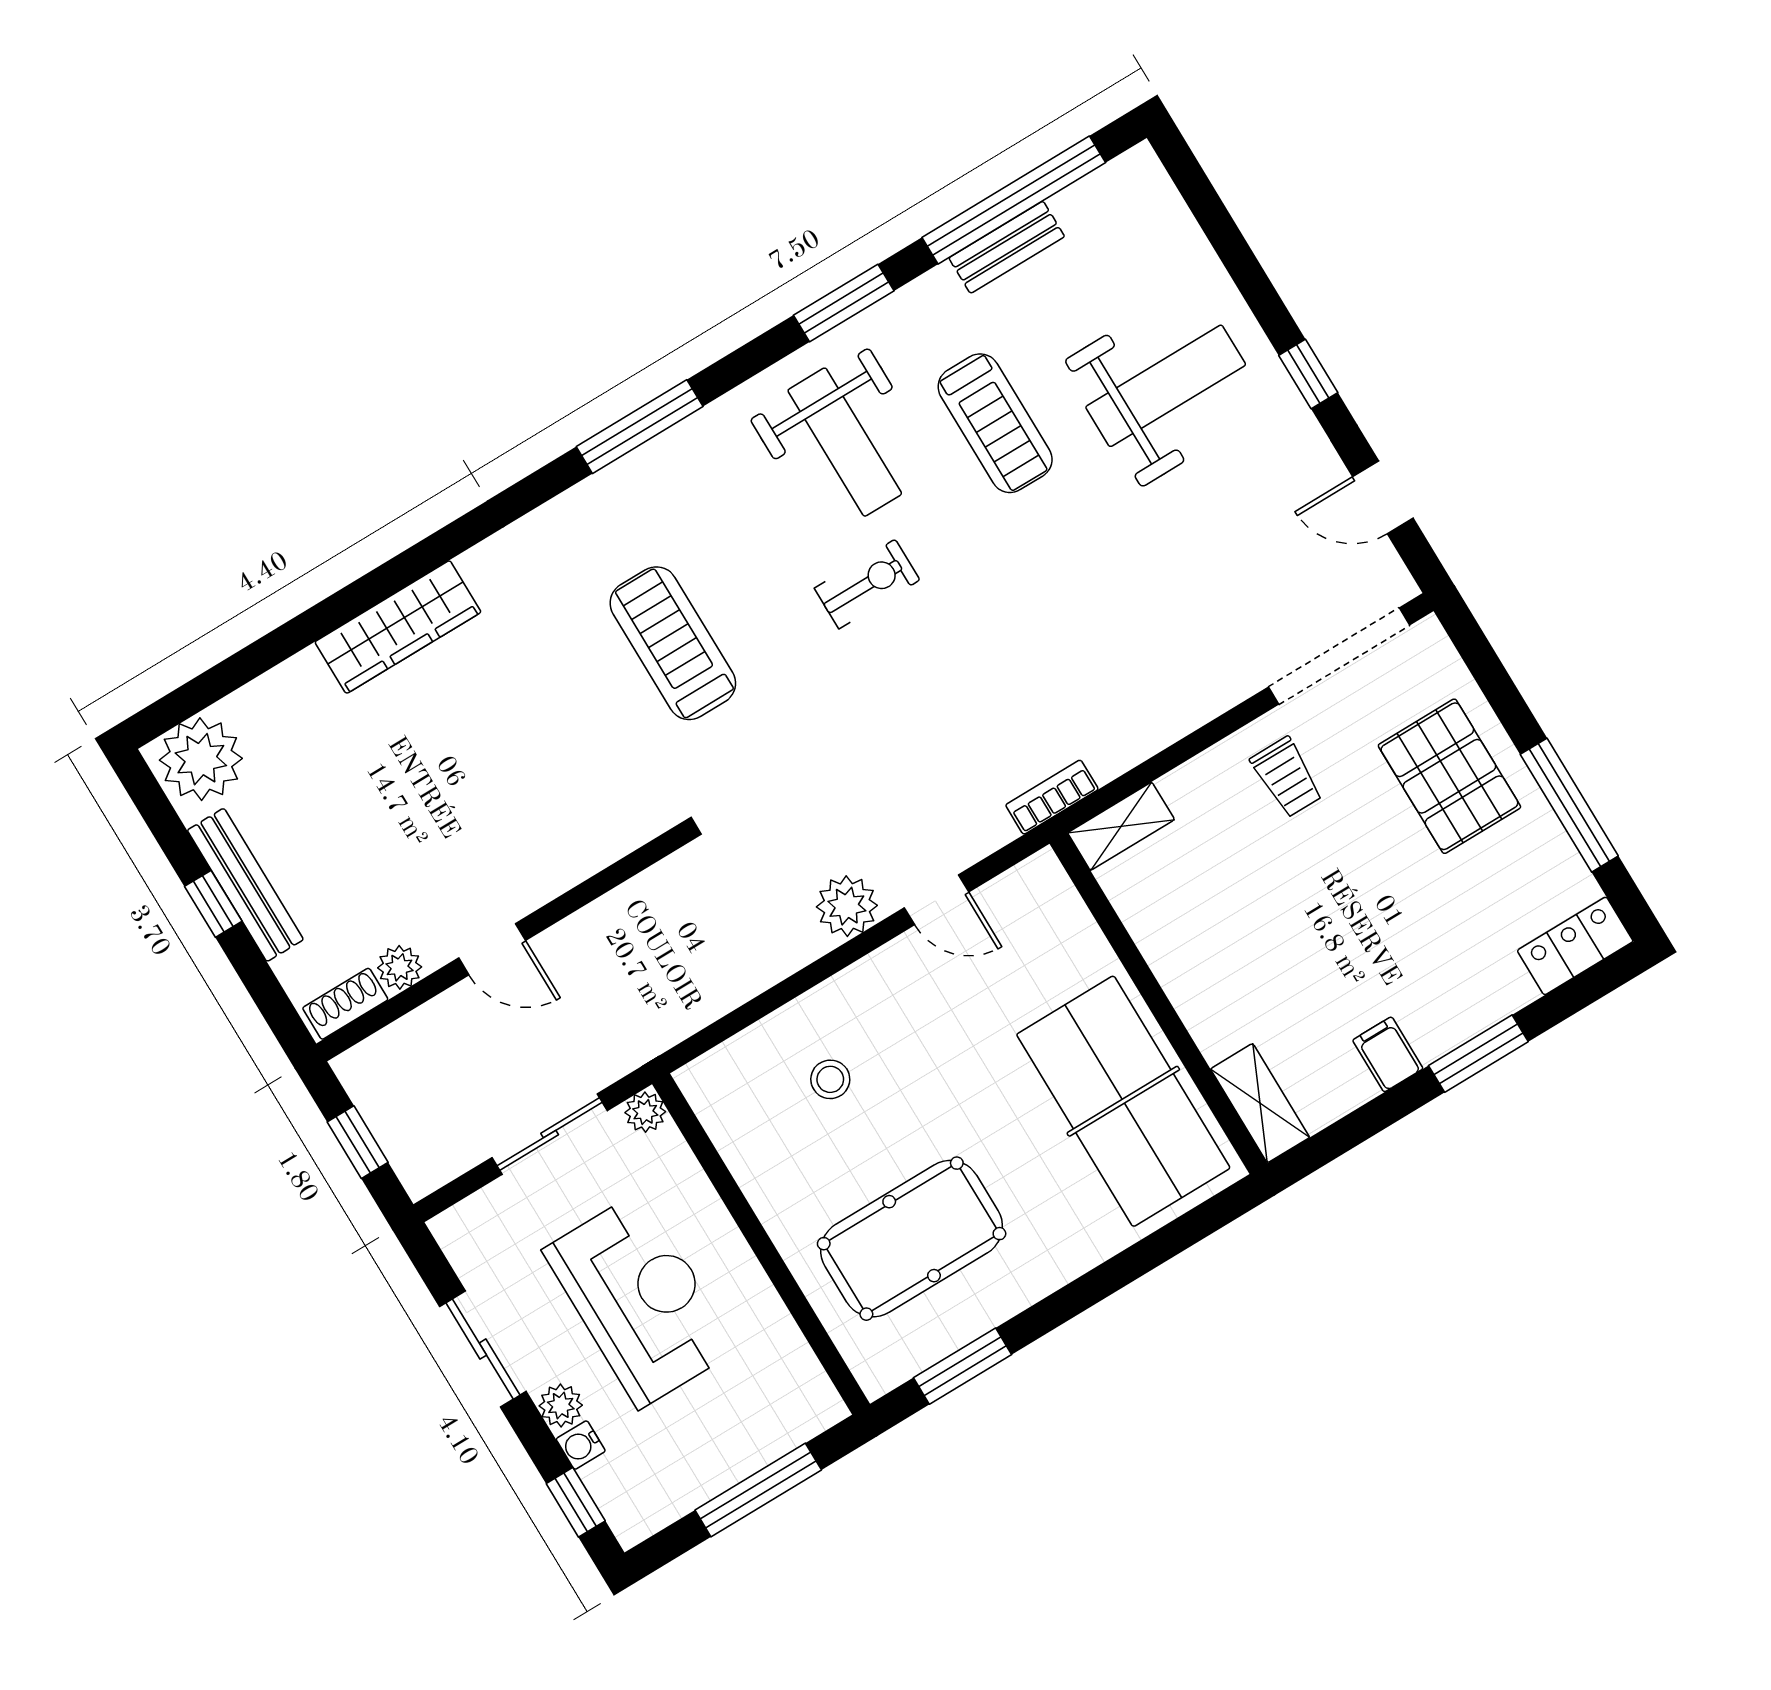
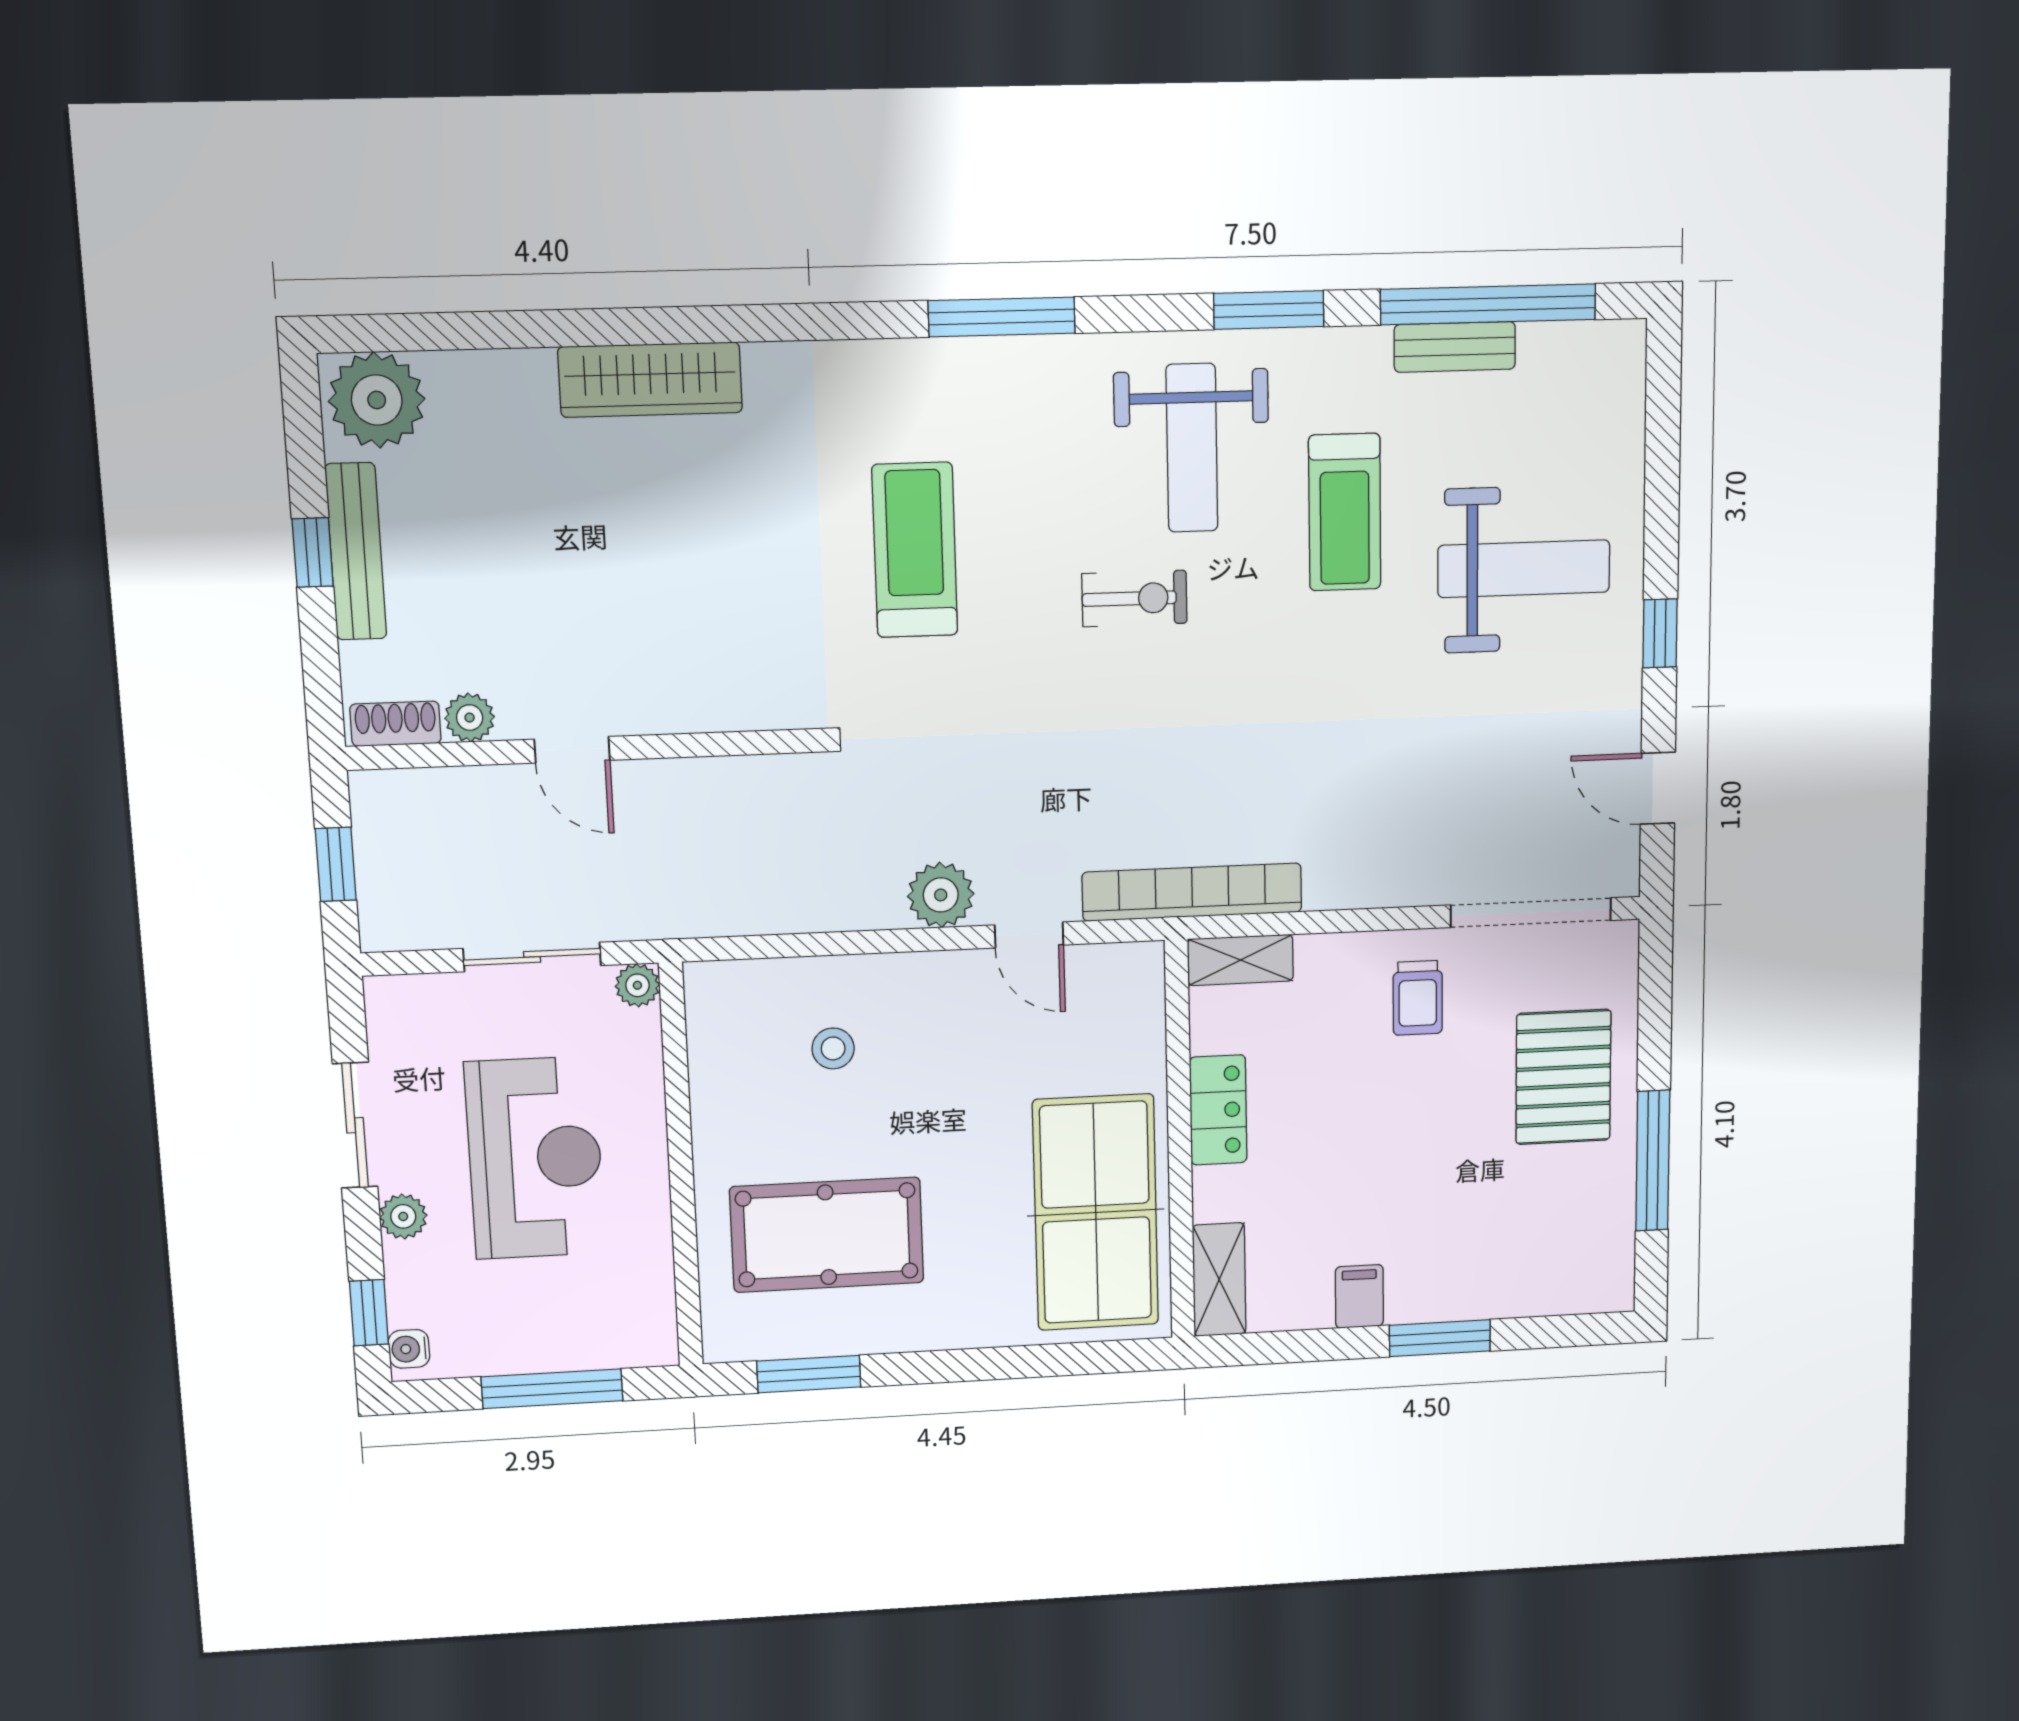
bookcase: (1052, 797) -> (1192, 892), width x2.31, depth x1.31
locker: (1575, 946) -> (1218, 1110), moved, turned 90
water cooler: (581, 1445) -> (409, 1349), moved

